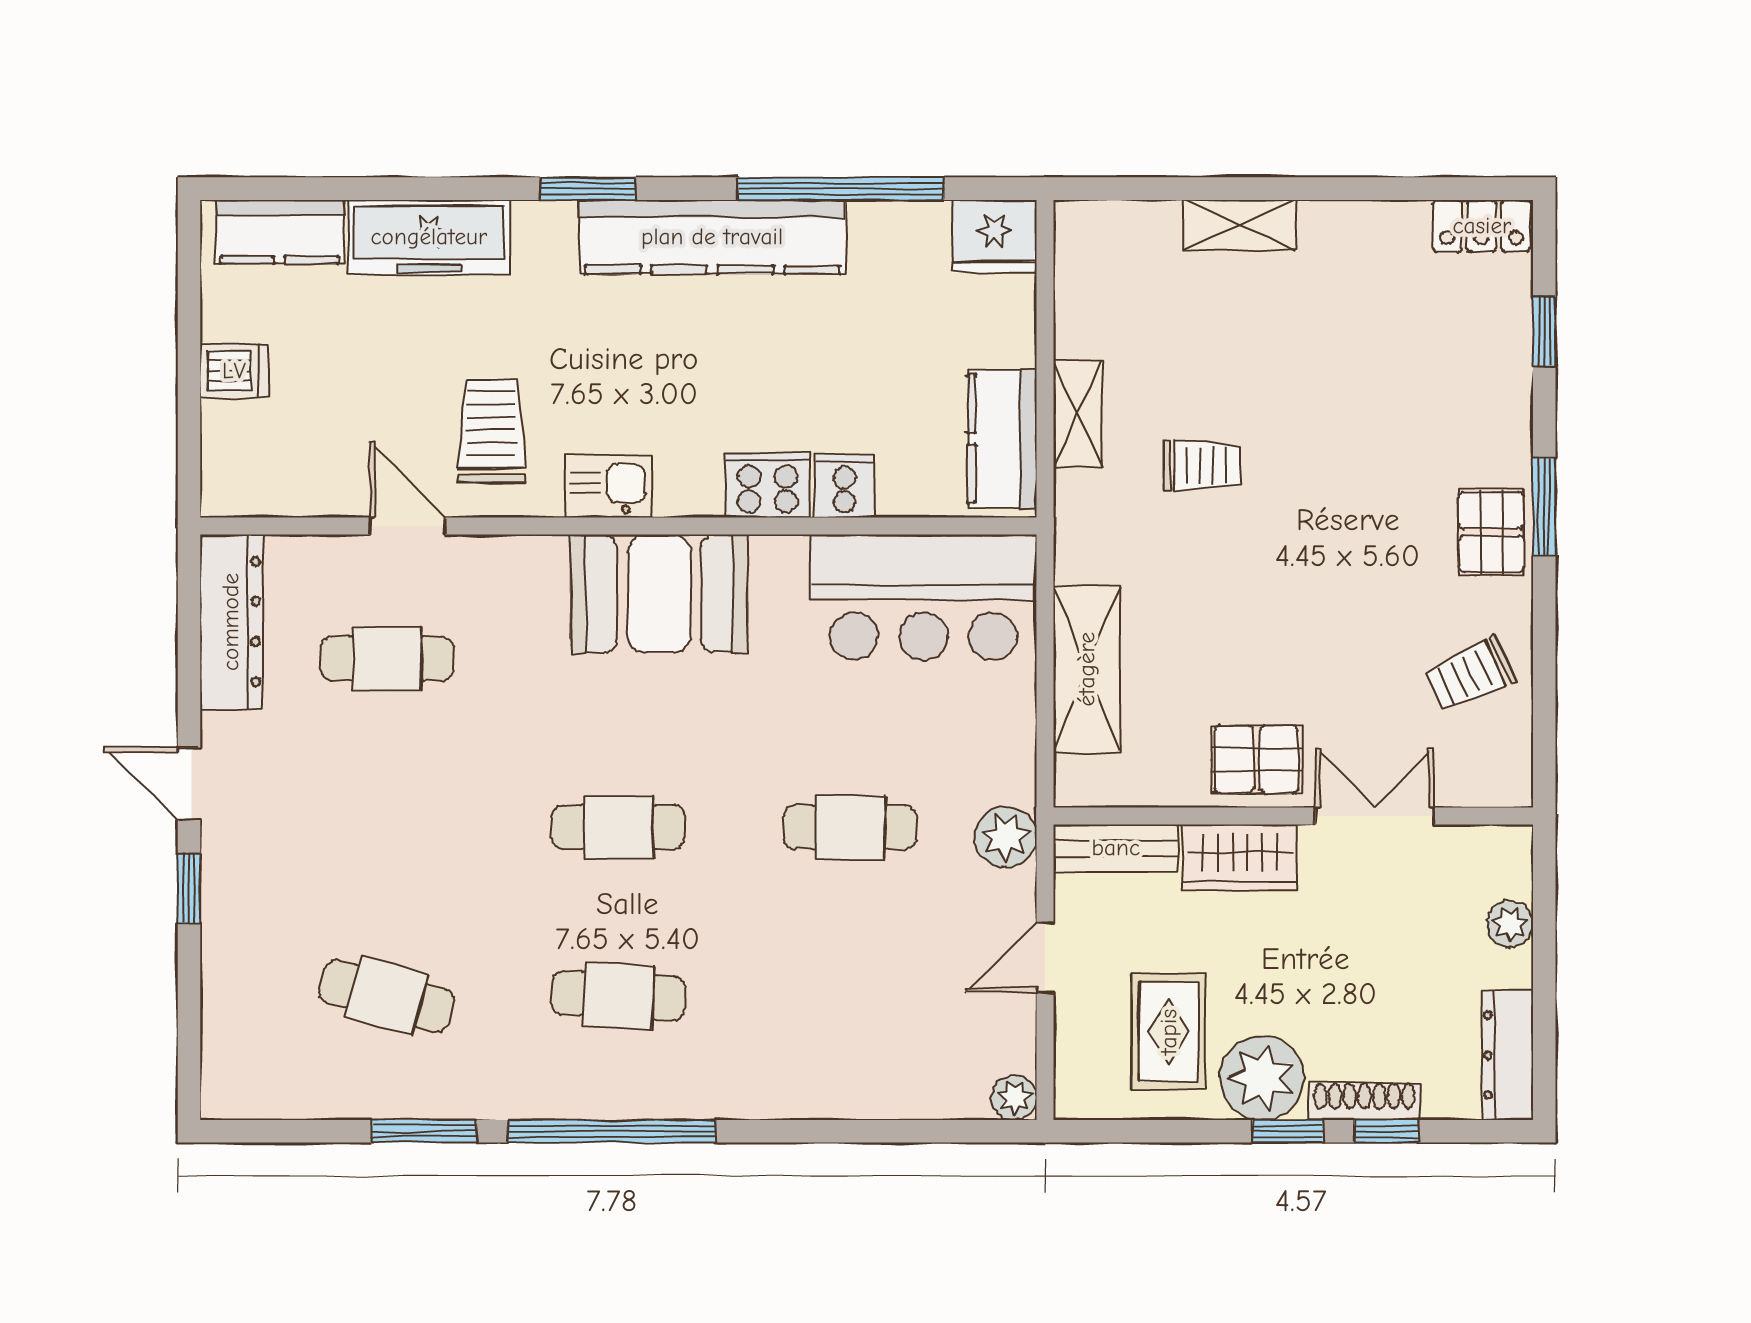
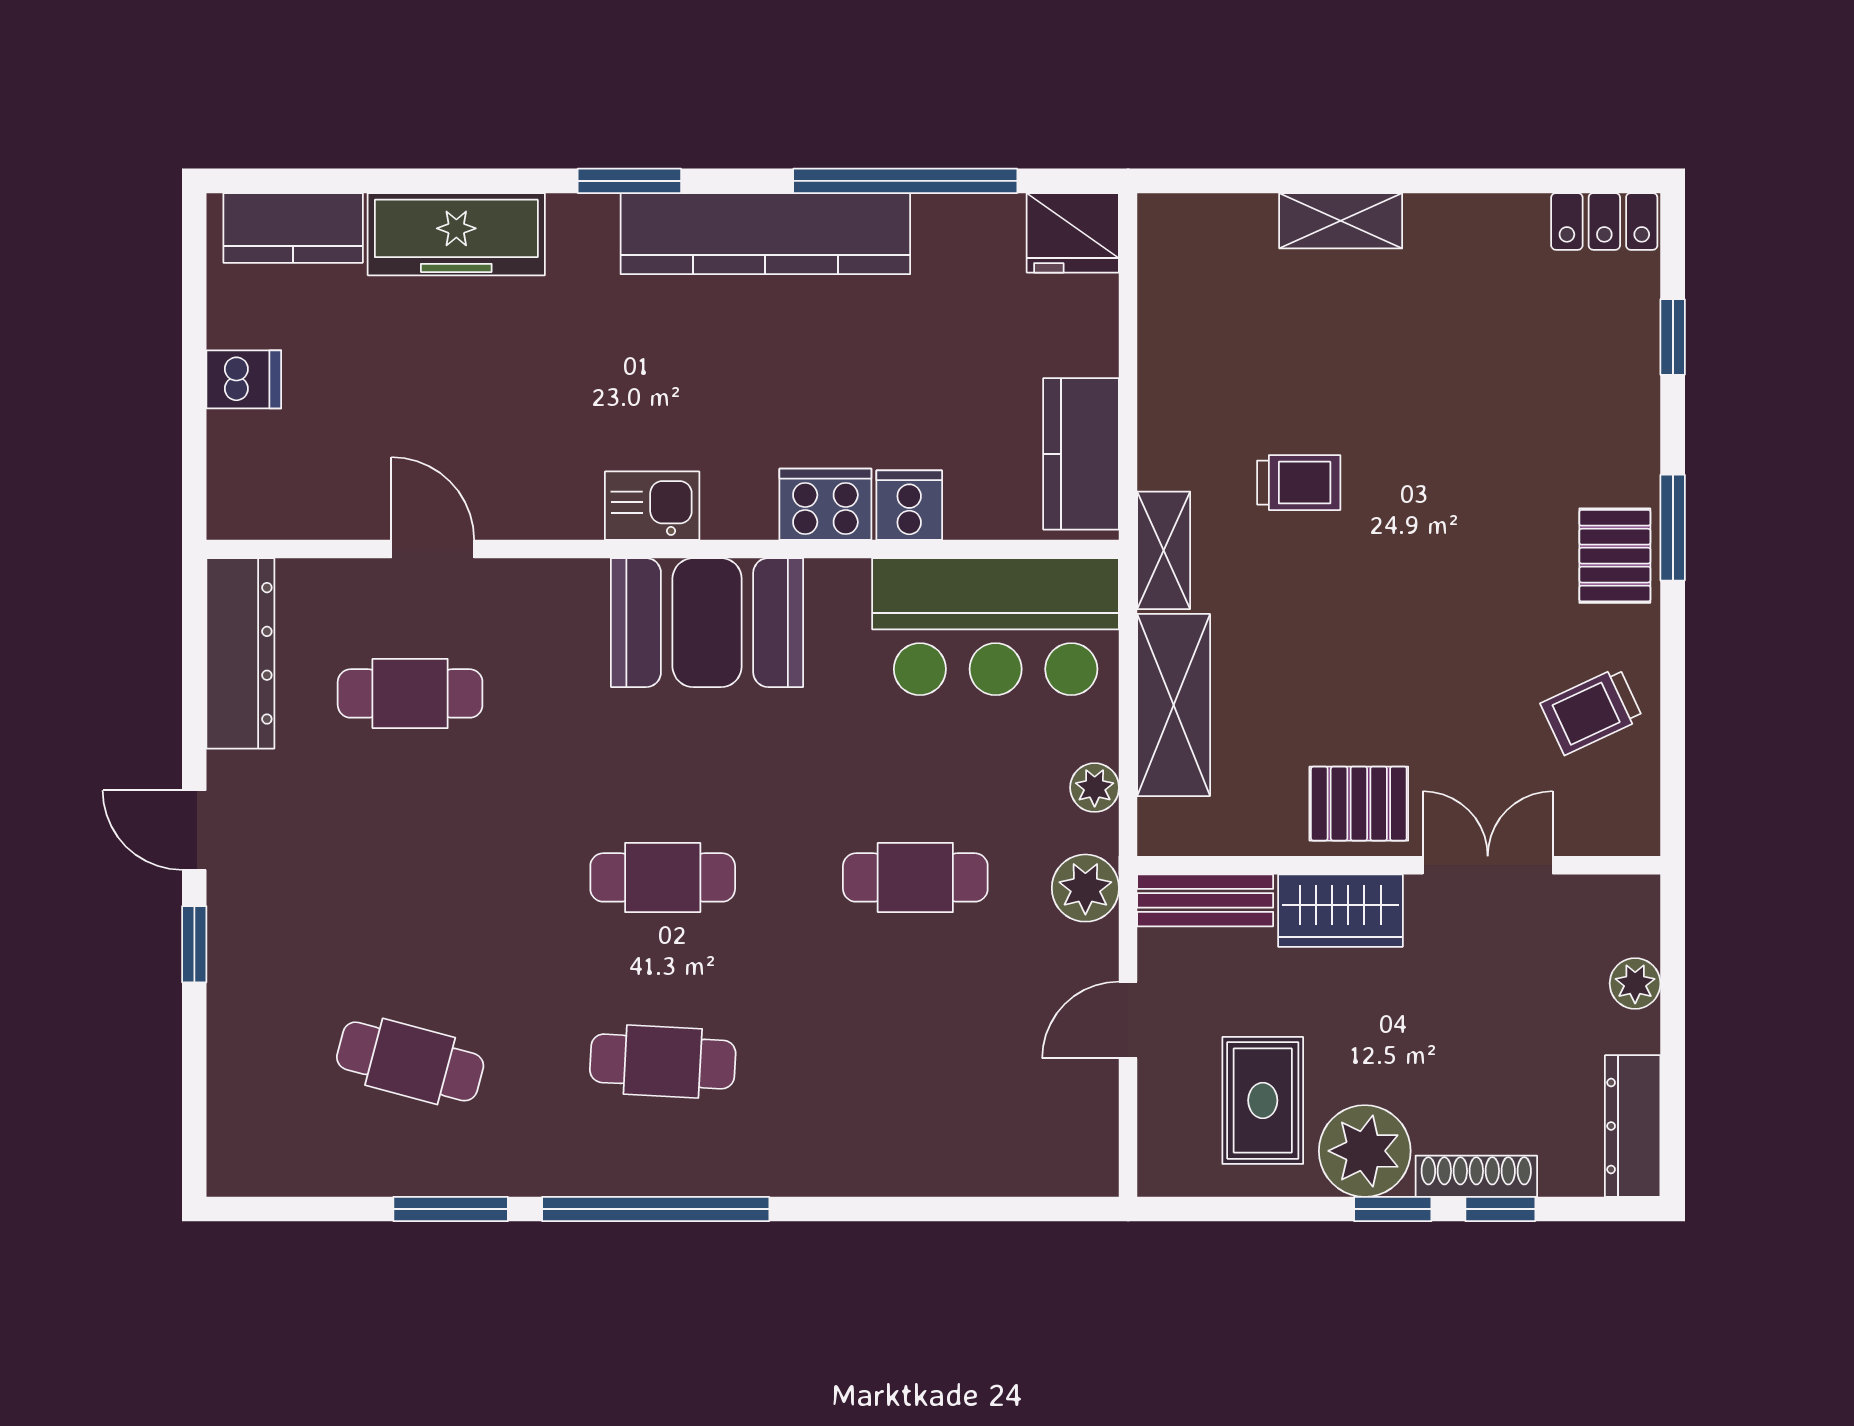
shelving: (1078, 414) -> (1164, 550), moved
trolley: (491, 431) -> (524, 445), removed
plant: (1014, 1098) -> (1095, 788), moved

